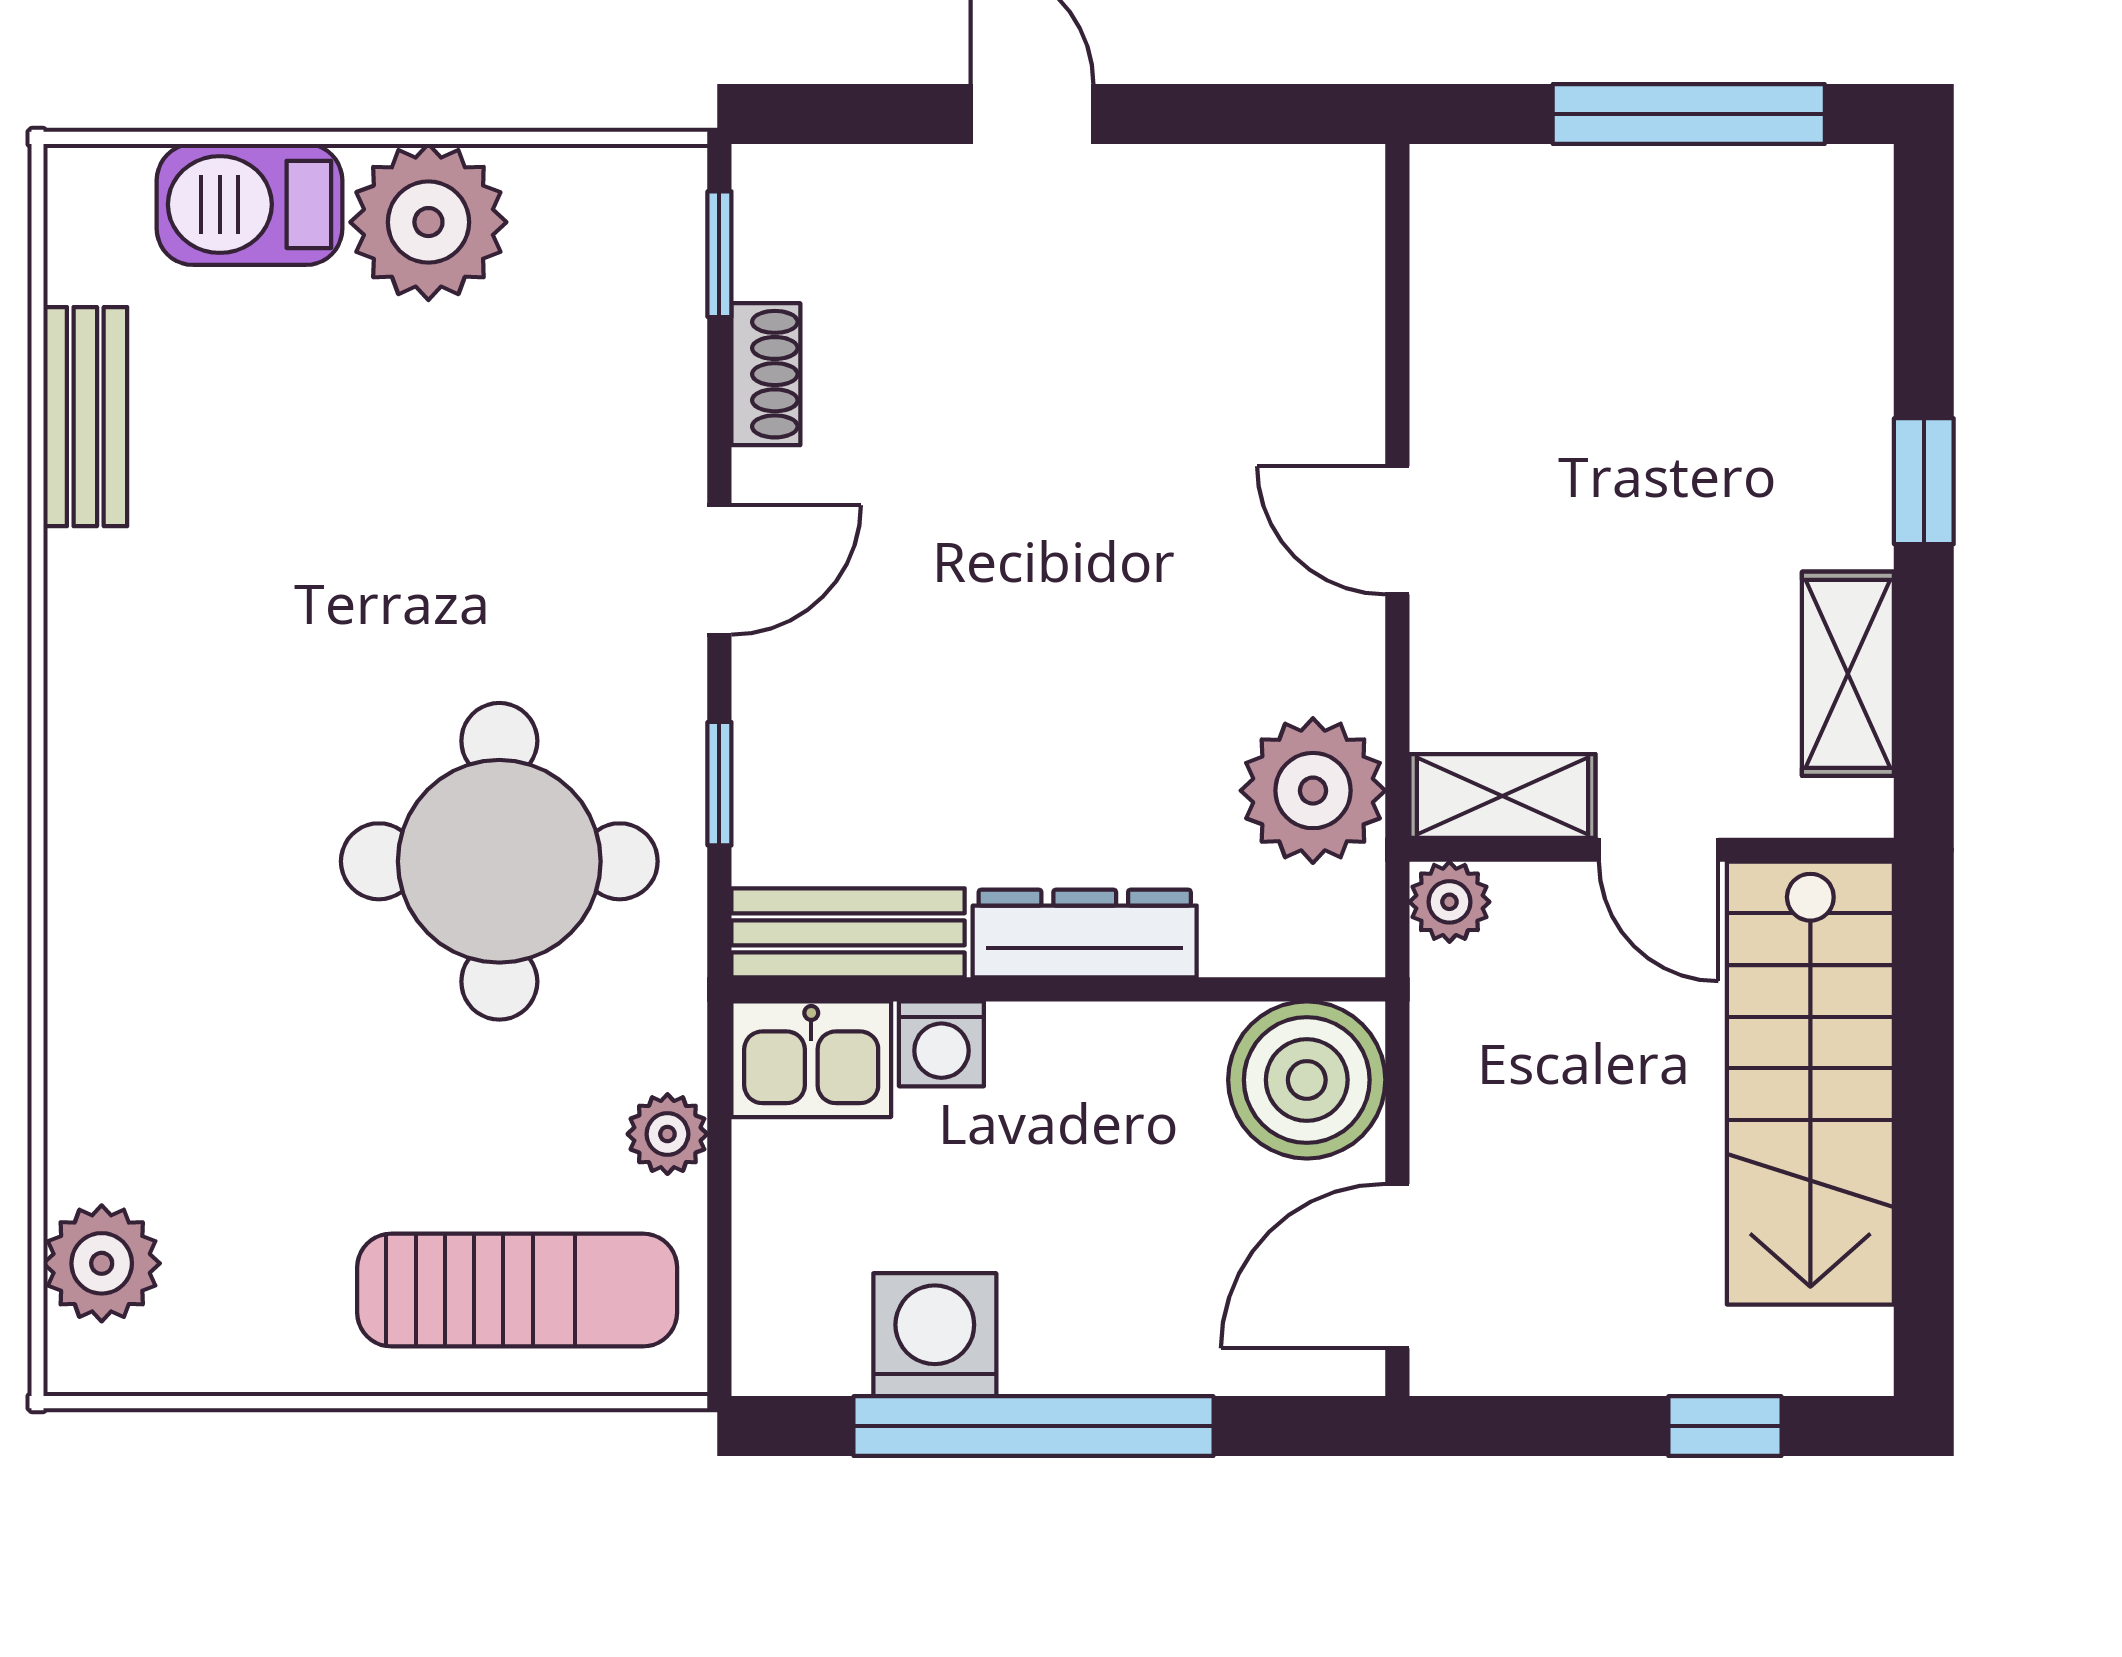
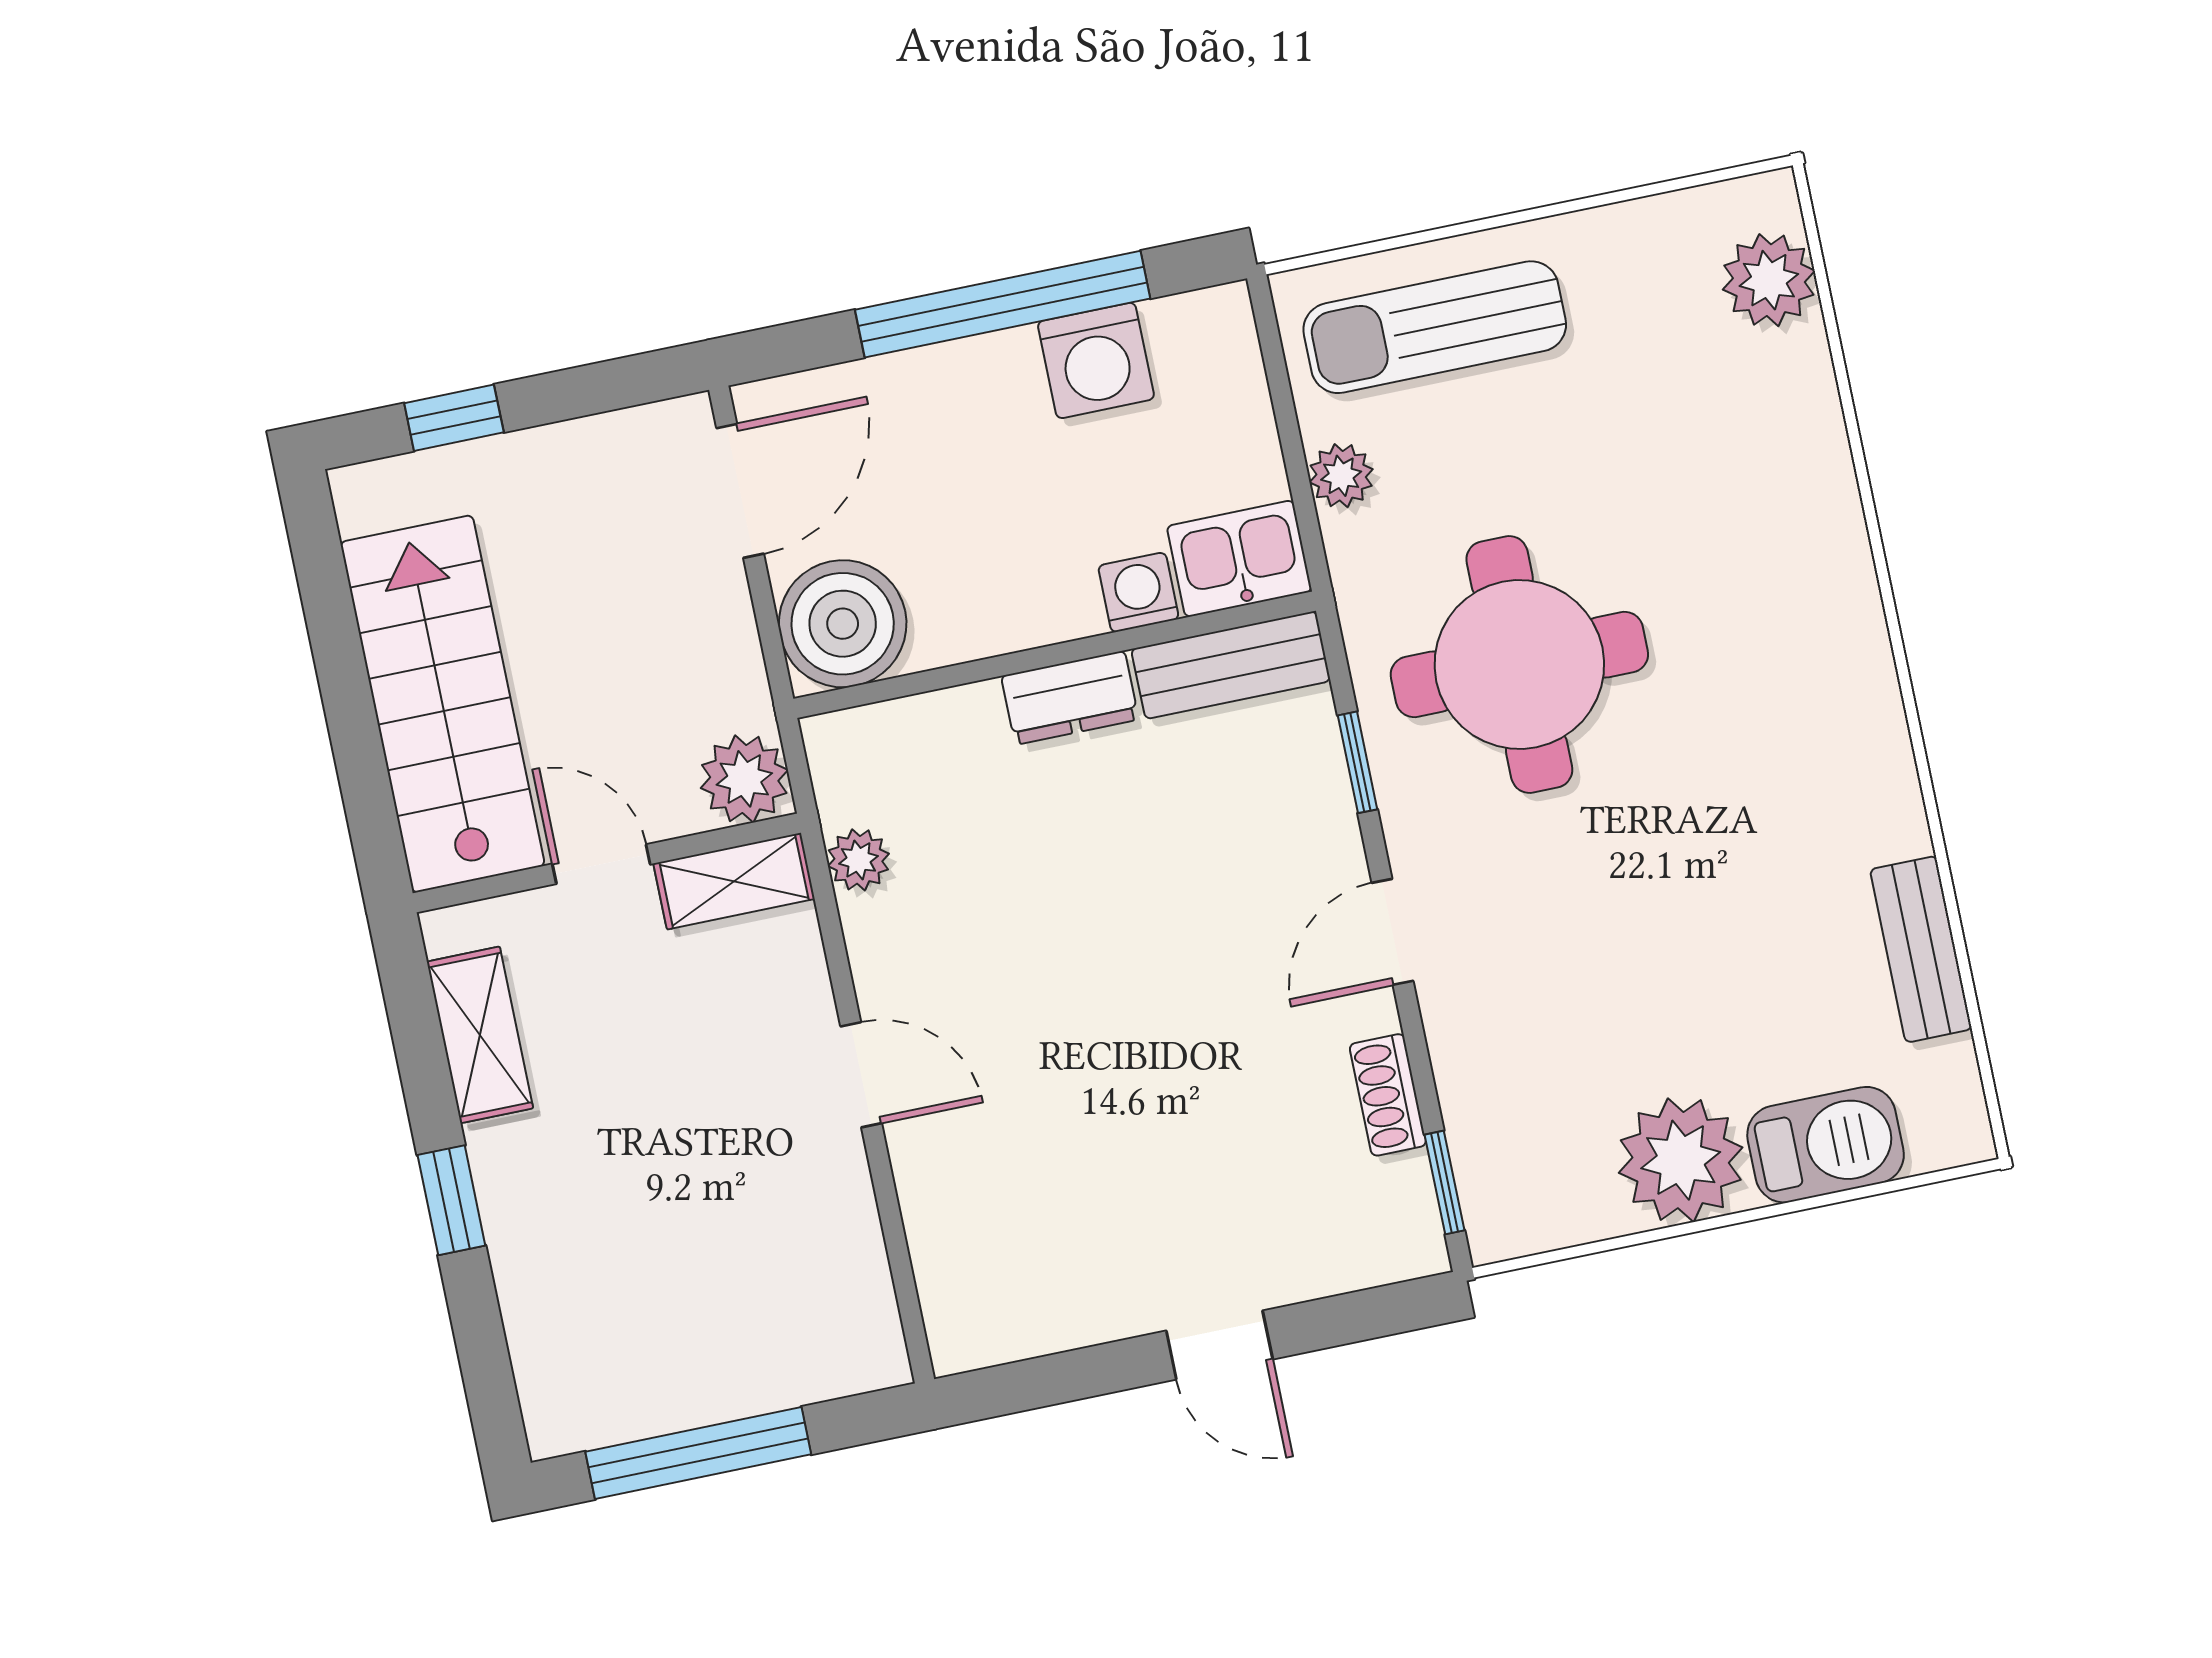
plant: (1313, 791) -> (858, 860), width x0.53, depth x0.53
plant: (1449, 902) -> (744, 779), width x1.38, depth x1.38
dresser: (1085, 934) -> (1070, 698), width x0.70

